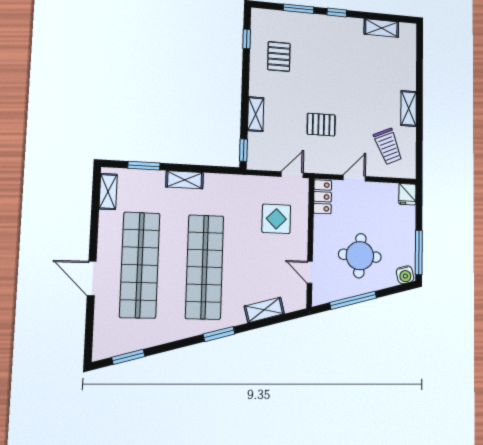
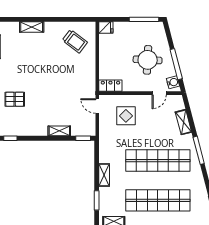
pallet: (279, 56) -> (15, 99), moved
shelving: (409, 109) -> (32, 27), moved
pallet: (321, 125) -> (63, 87), removed
trolley: (388, 146) -> (75, 41), turned 60
door: (354, 178) -> (97, 64), removed
water cooler: (405, 275) -> (173, 82), moved
window: (219, 334) -> (199, 150), width x1.44

